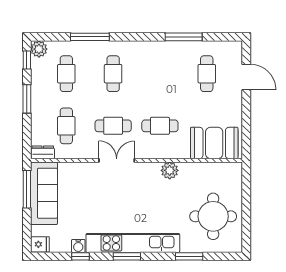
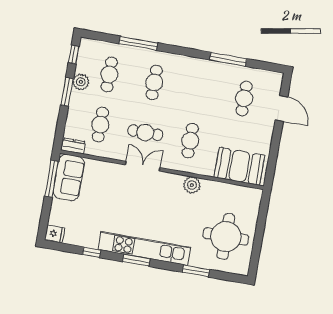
plant: (39, 49) -> (81, 82), moved
cafe table: (160, 126) -> (190, 141), turned 90
sofa: (44, 193) -> (69, 177), width x0.73
water cooler: (78, 246) -> (91, 242), removed

